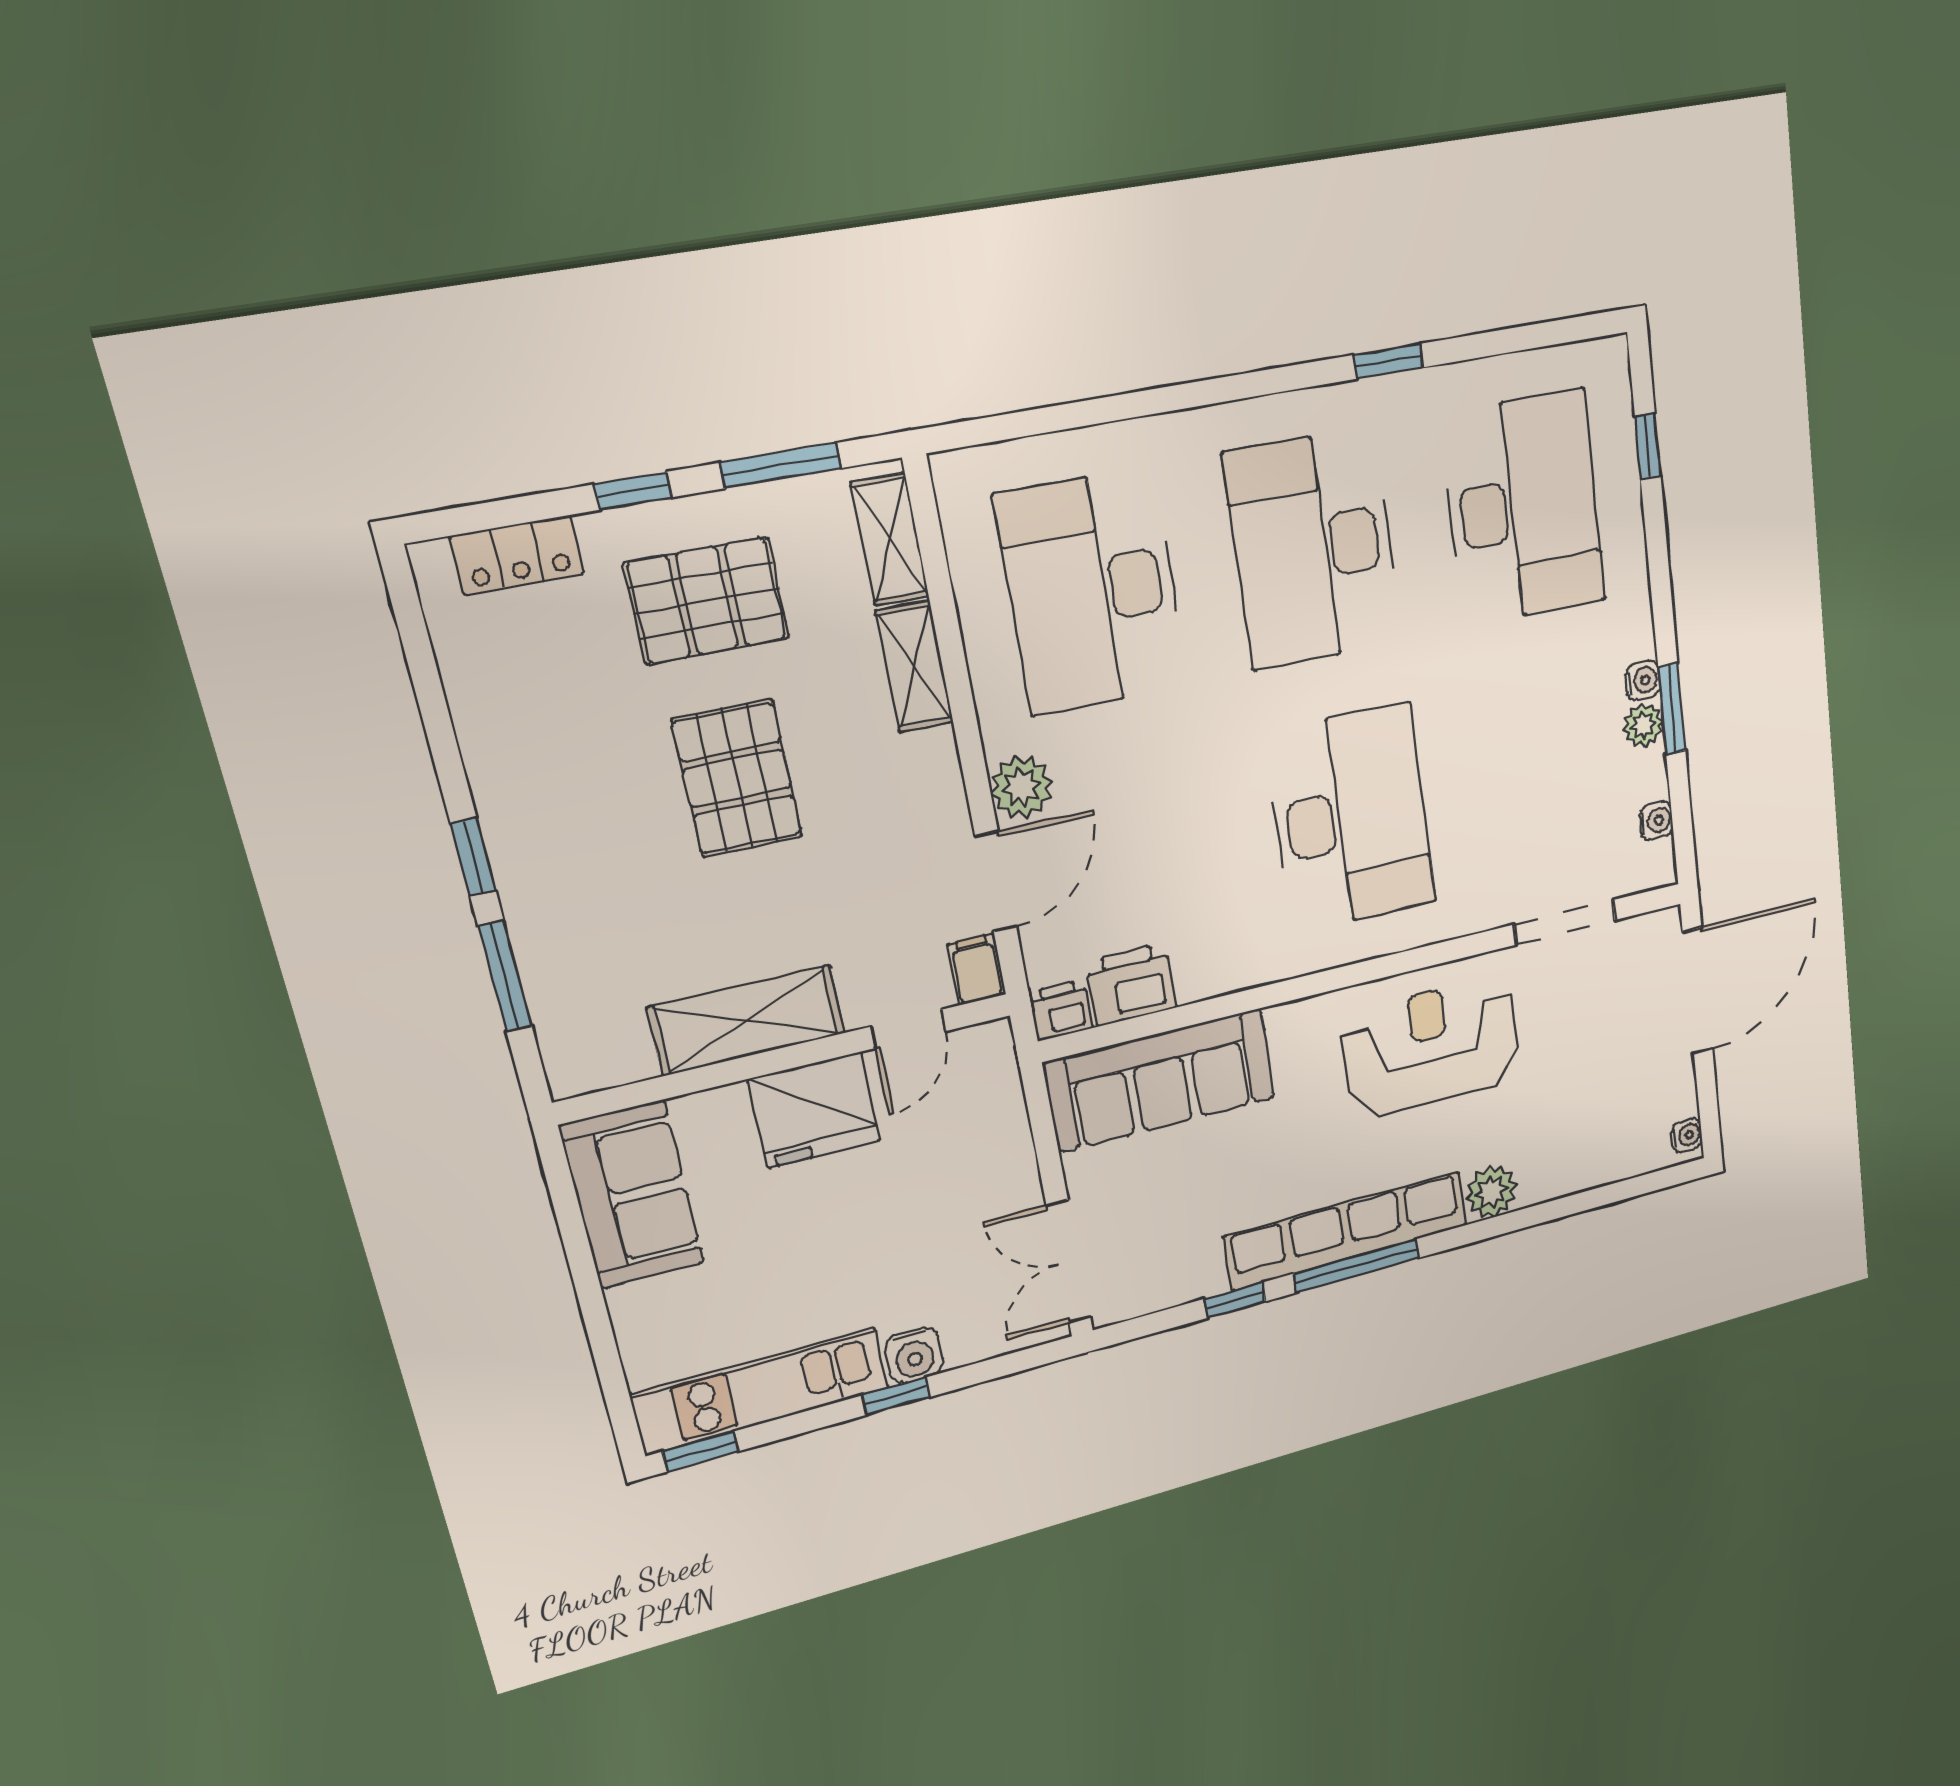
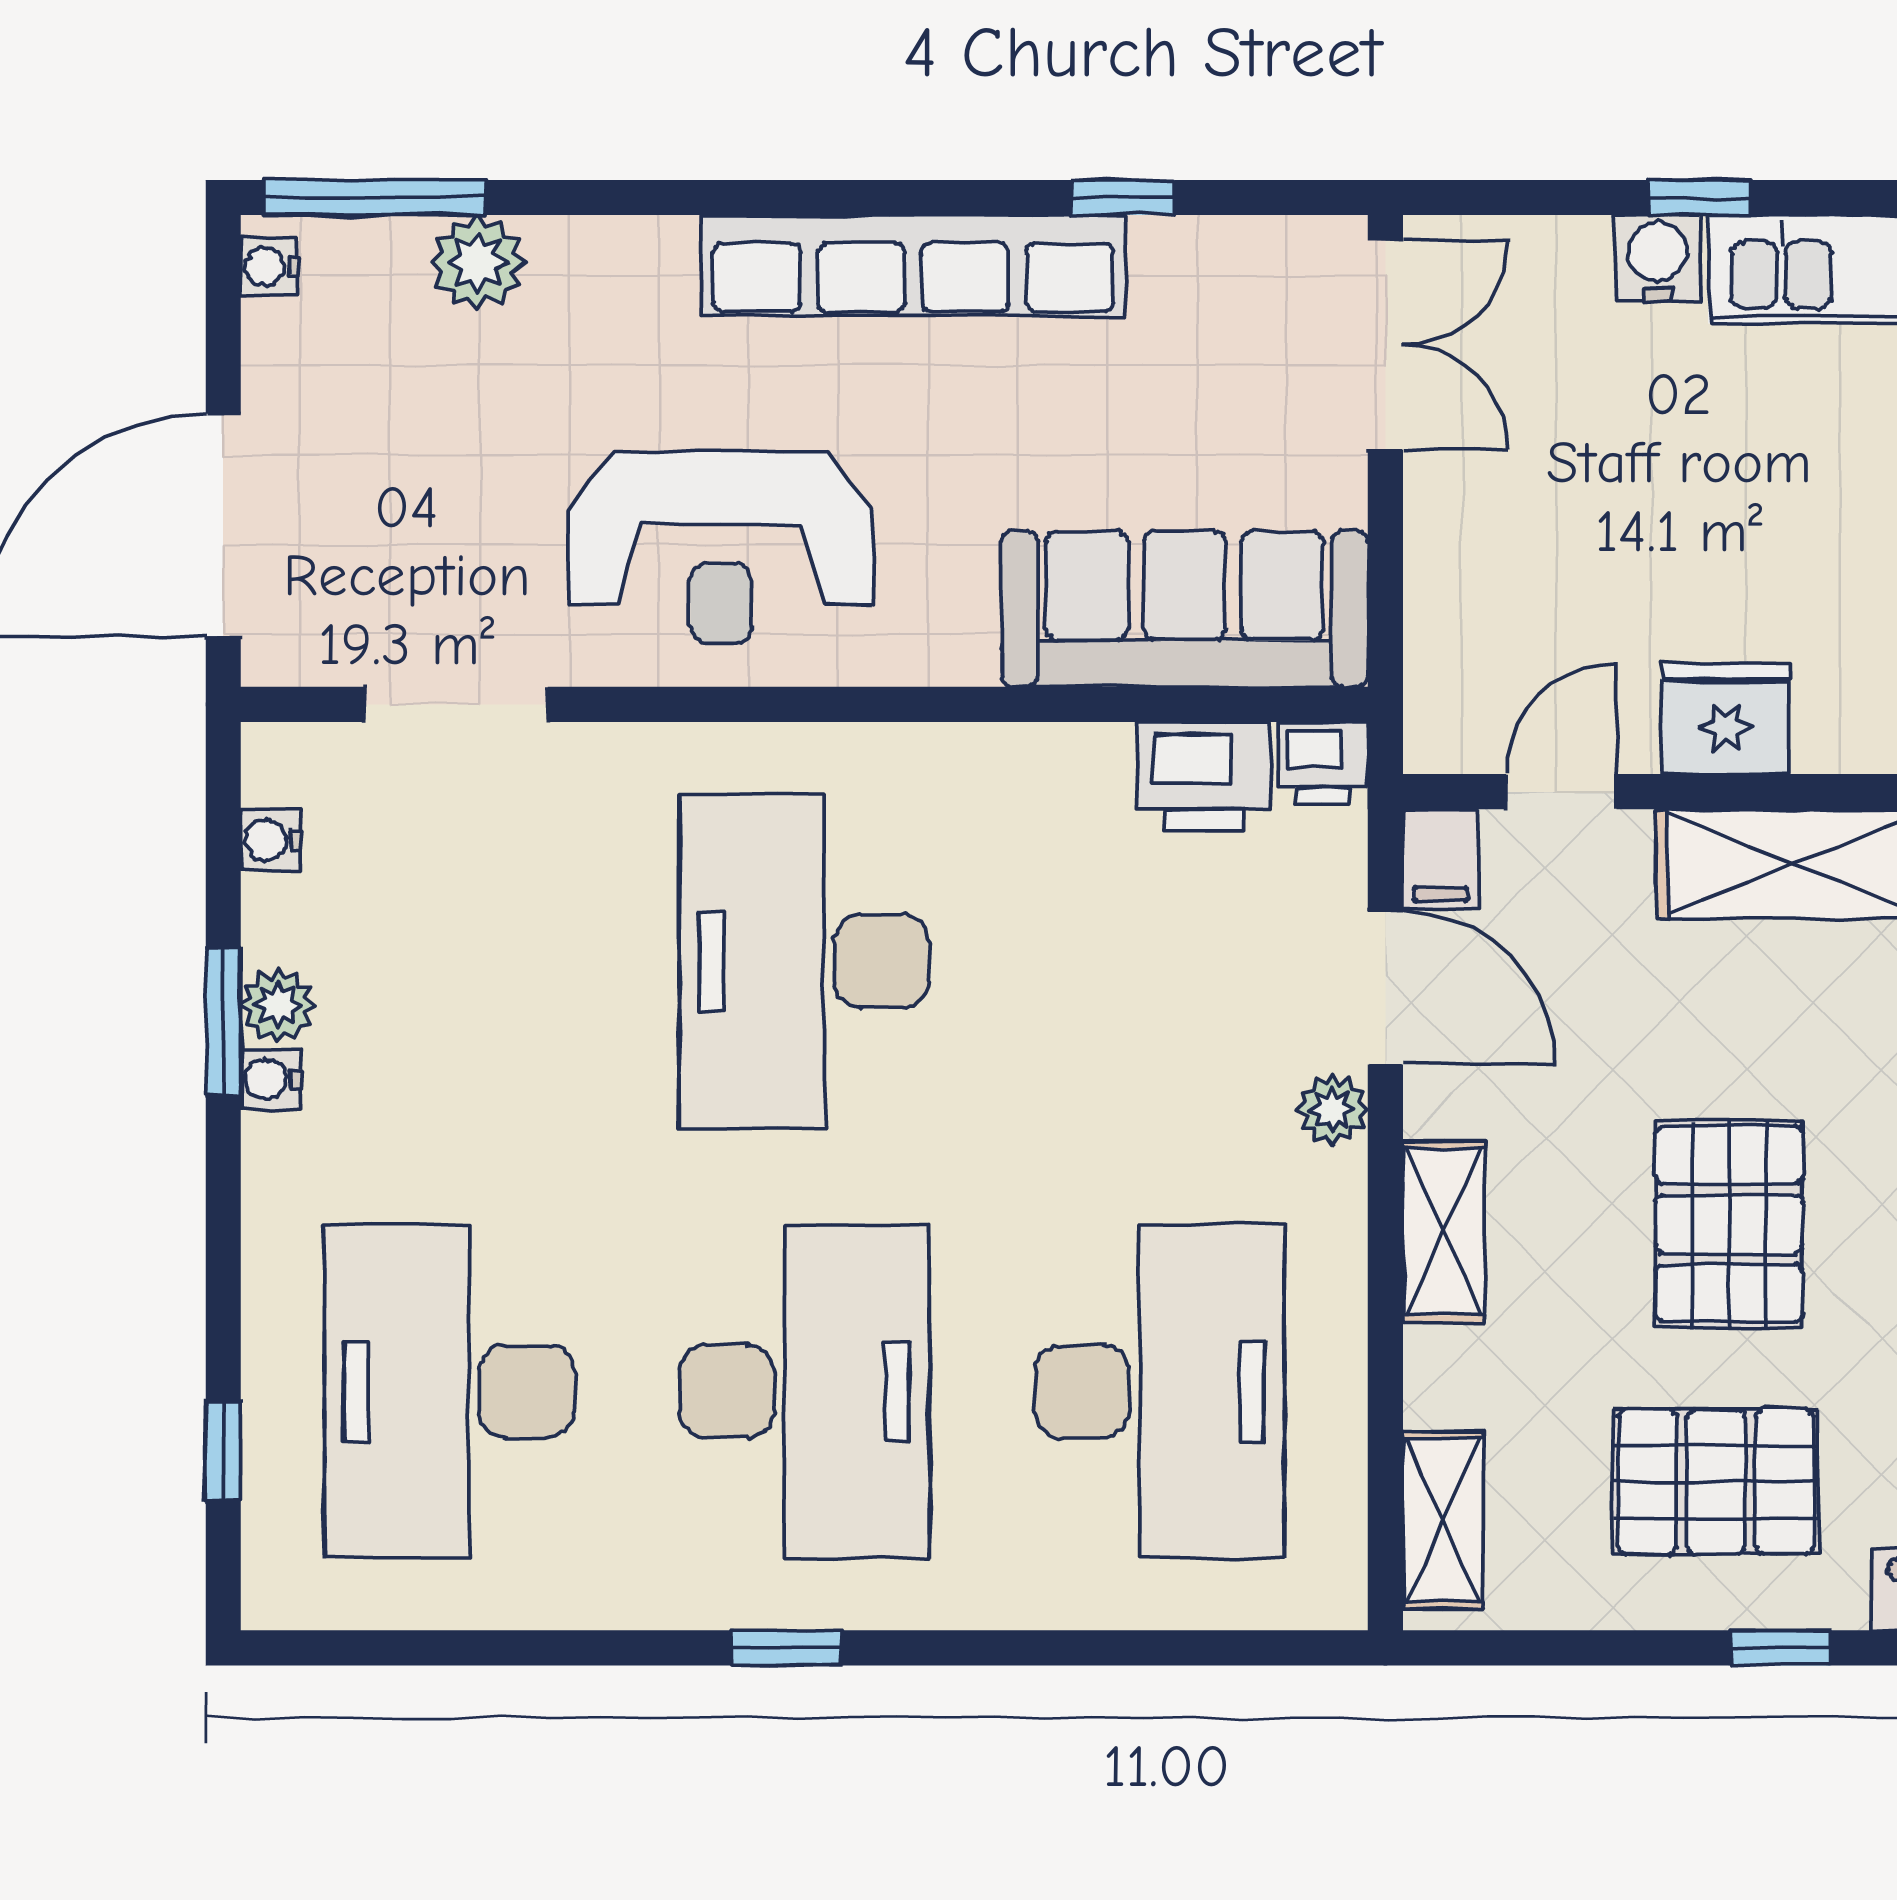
window: (1389, 361) -> (786, 1648), moved
window: (781, 465) -> (1575, 1648), removed
shelving: (914, 667) -> (1444, 1232), moved
plant: (1022, 787) -> (1333, 1110), width x0.73, depth x0.73
door: (996, 882) -> (1385, 988), swing flipped
fridge: (814, 1110) -> (1726, 719), width x0.73, depth x0.75
plant: (1492, 1192) -> (478, 263), moved
window: (1356, 1266) -> (374, 198), moved

